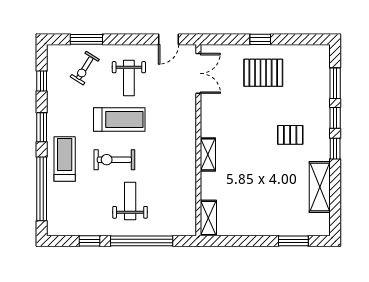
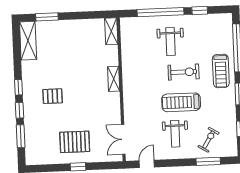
weight bench: (129, 78) -> (175, 134), turned 180
shelving: (320, 187) -> (28, 41), moved

